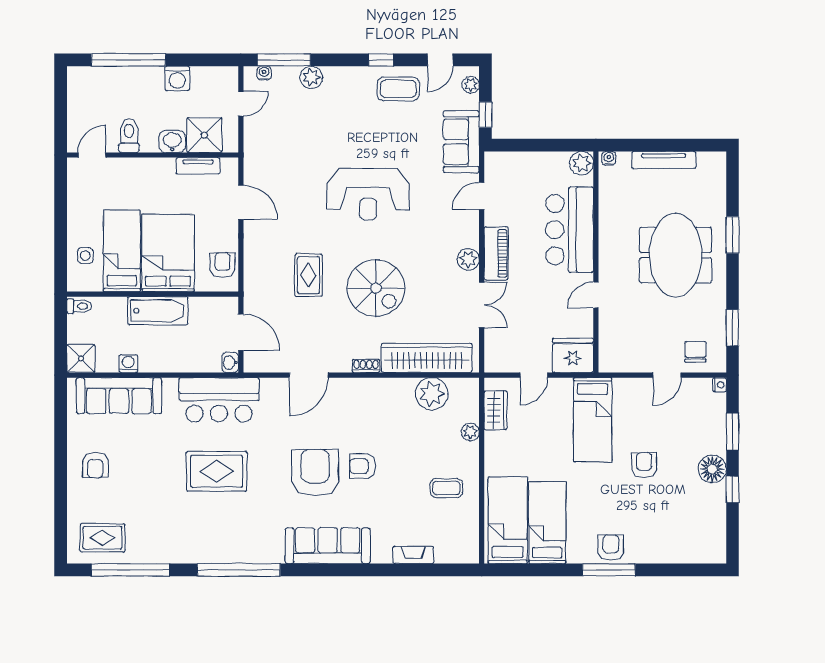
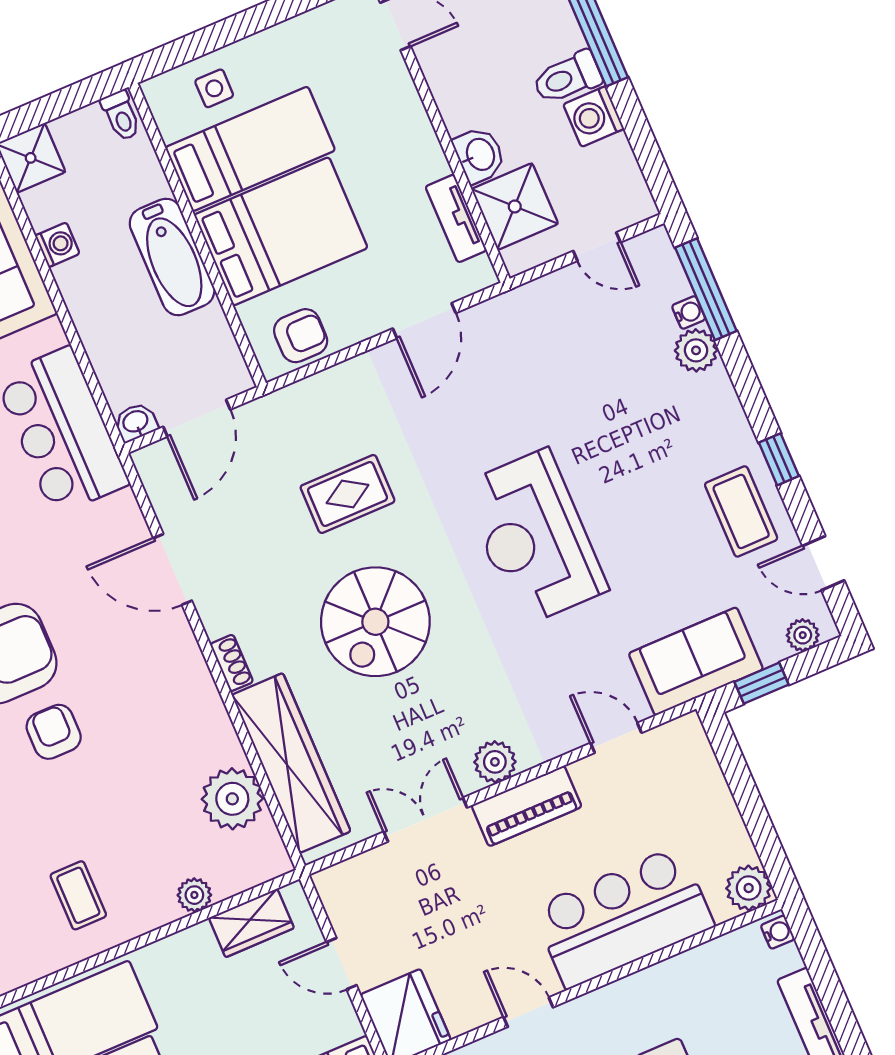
water cooler: (264, 73) -> (689, 312), moved
toilet: (129, 136) -> (567, 78), moved, turned 180
double door: (482, 305) -> (425, 820), swing flipped

